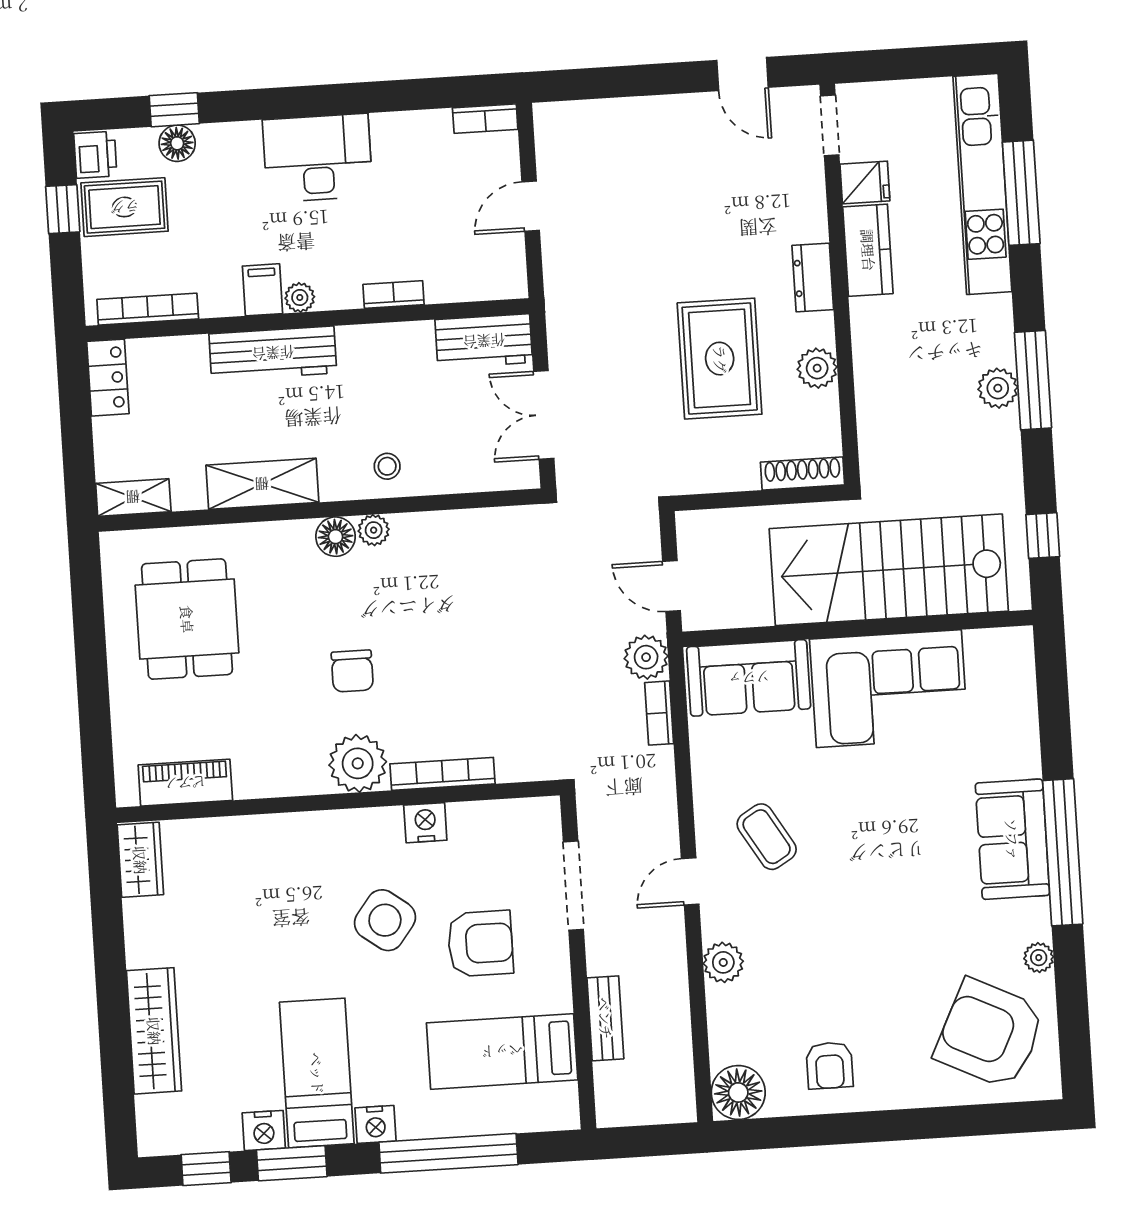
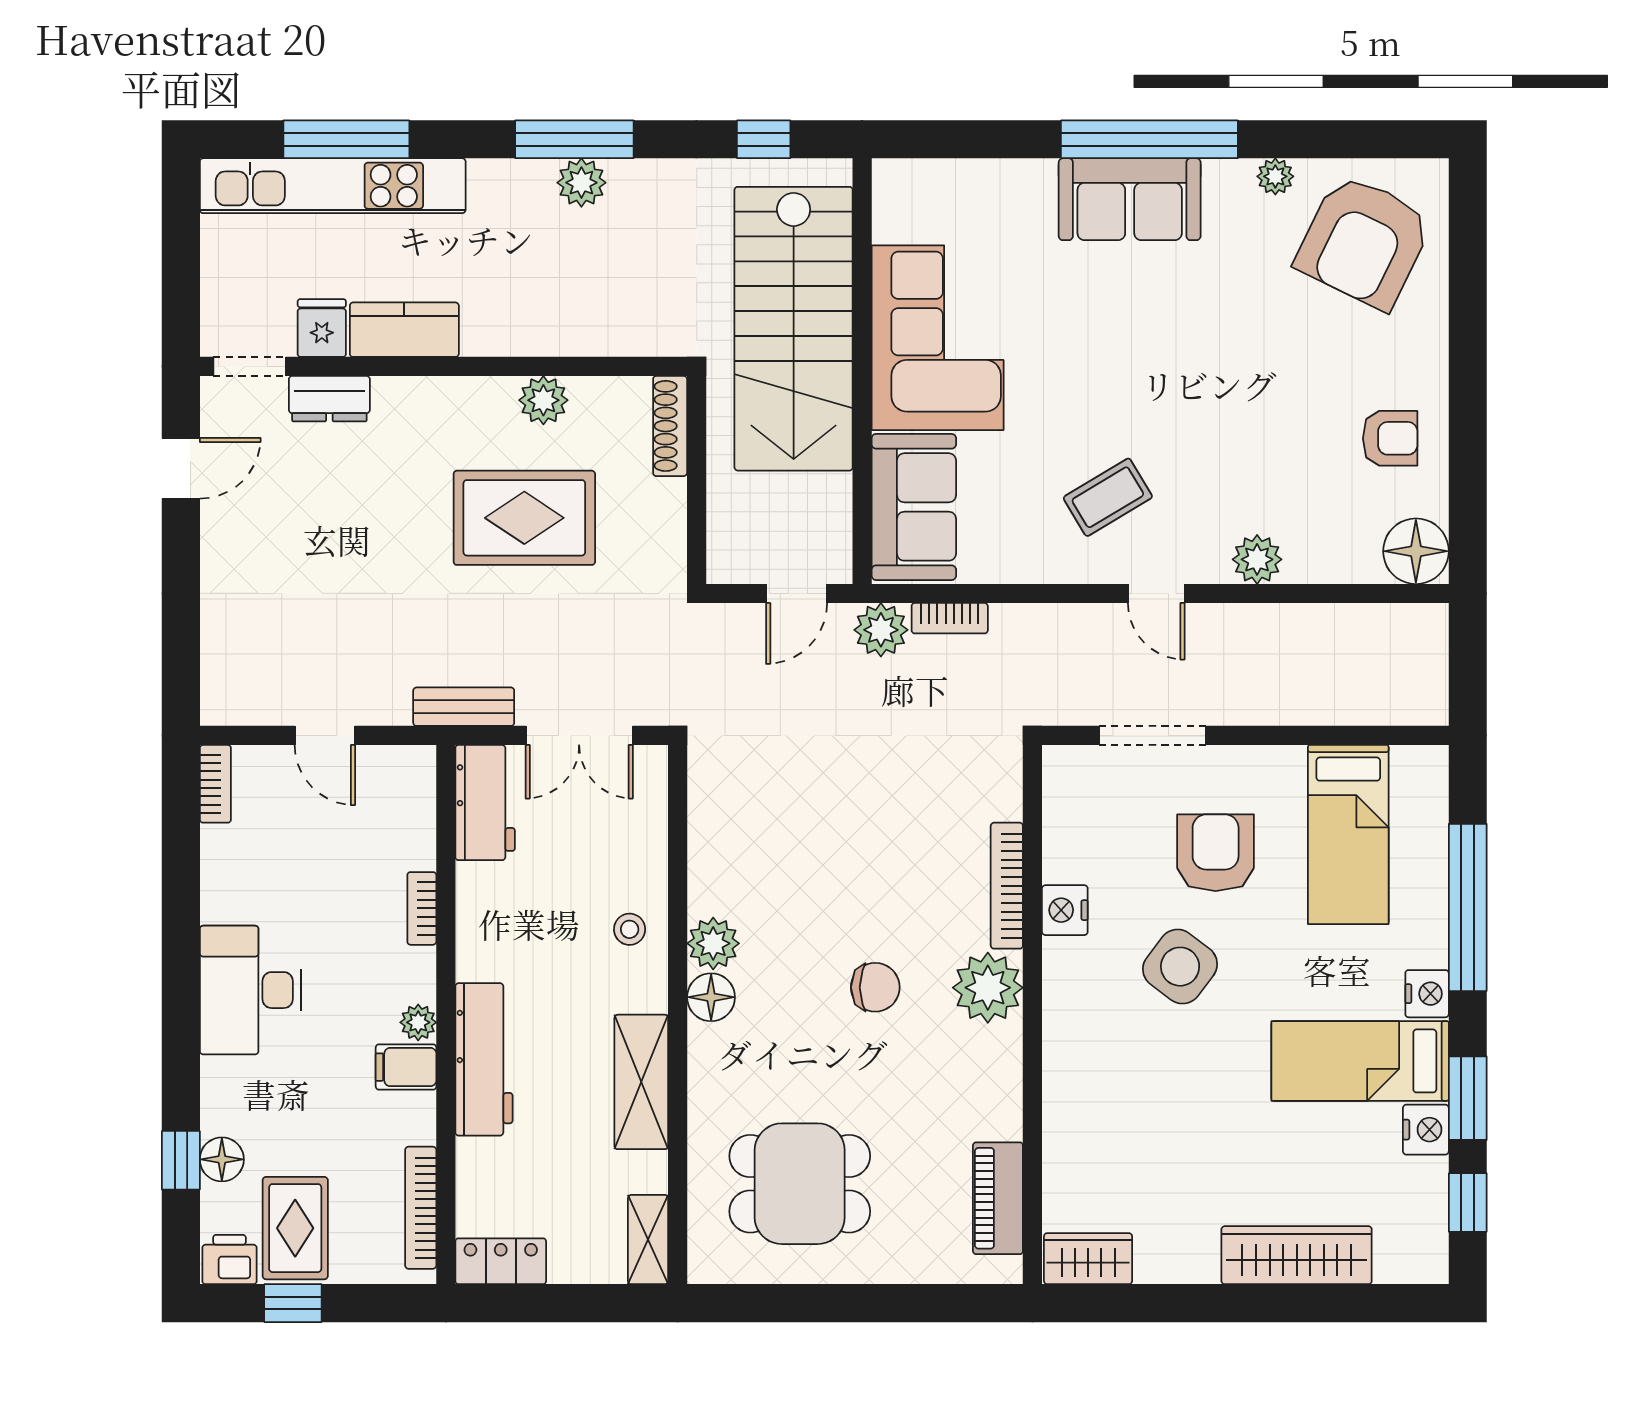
dresser: (813, 278) -> (329, 399), moved
plant: (374, 530) -> (713, 943), width x1.38, depth x1.38
bench: (605, 1018) -> (464, 707), moved

